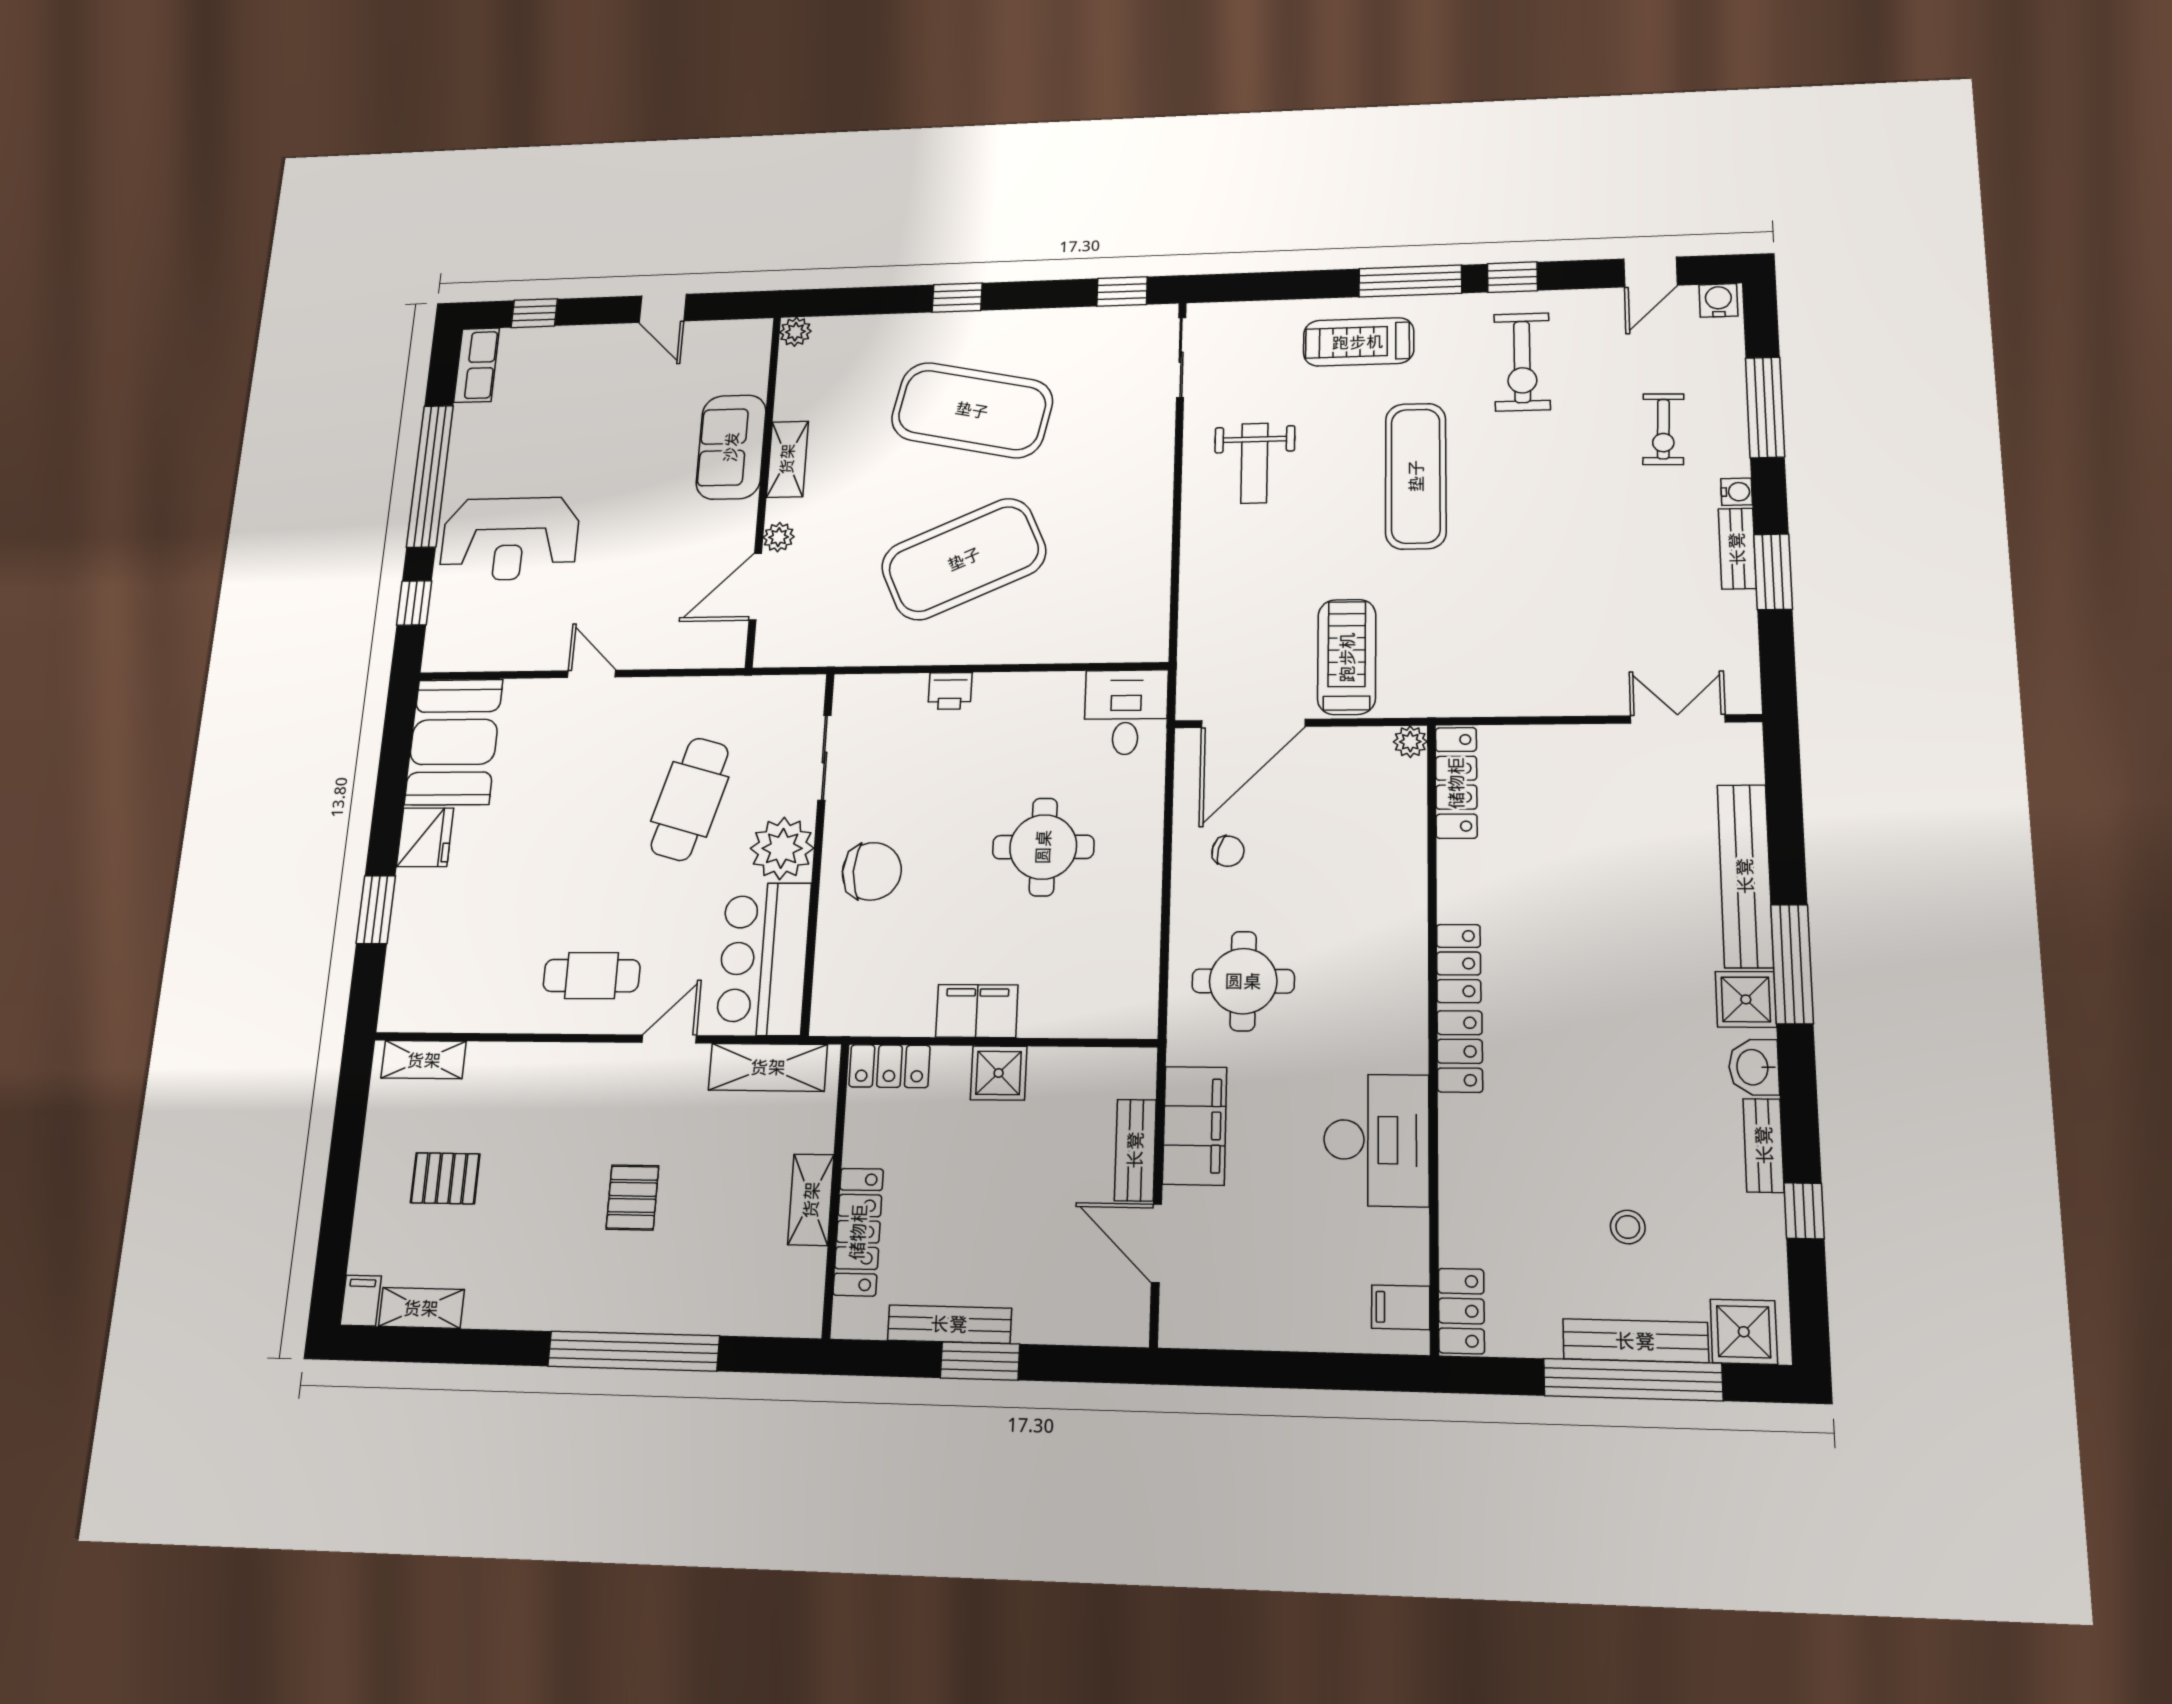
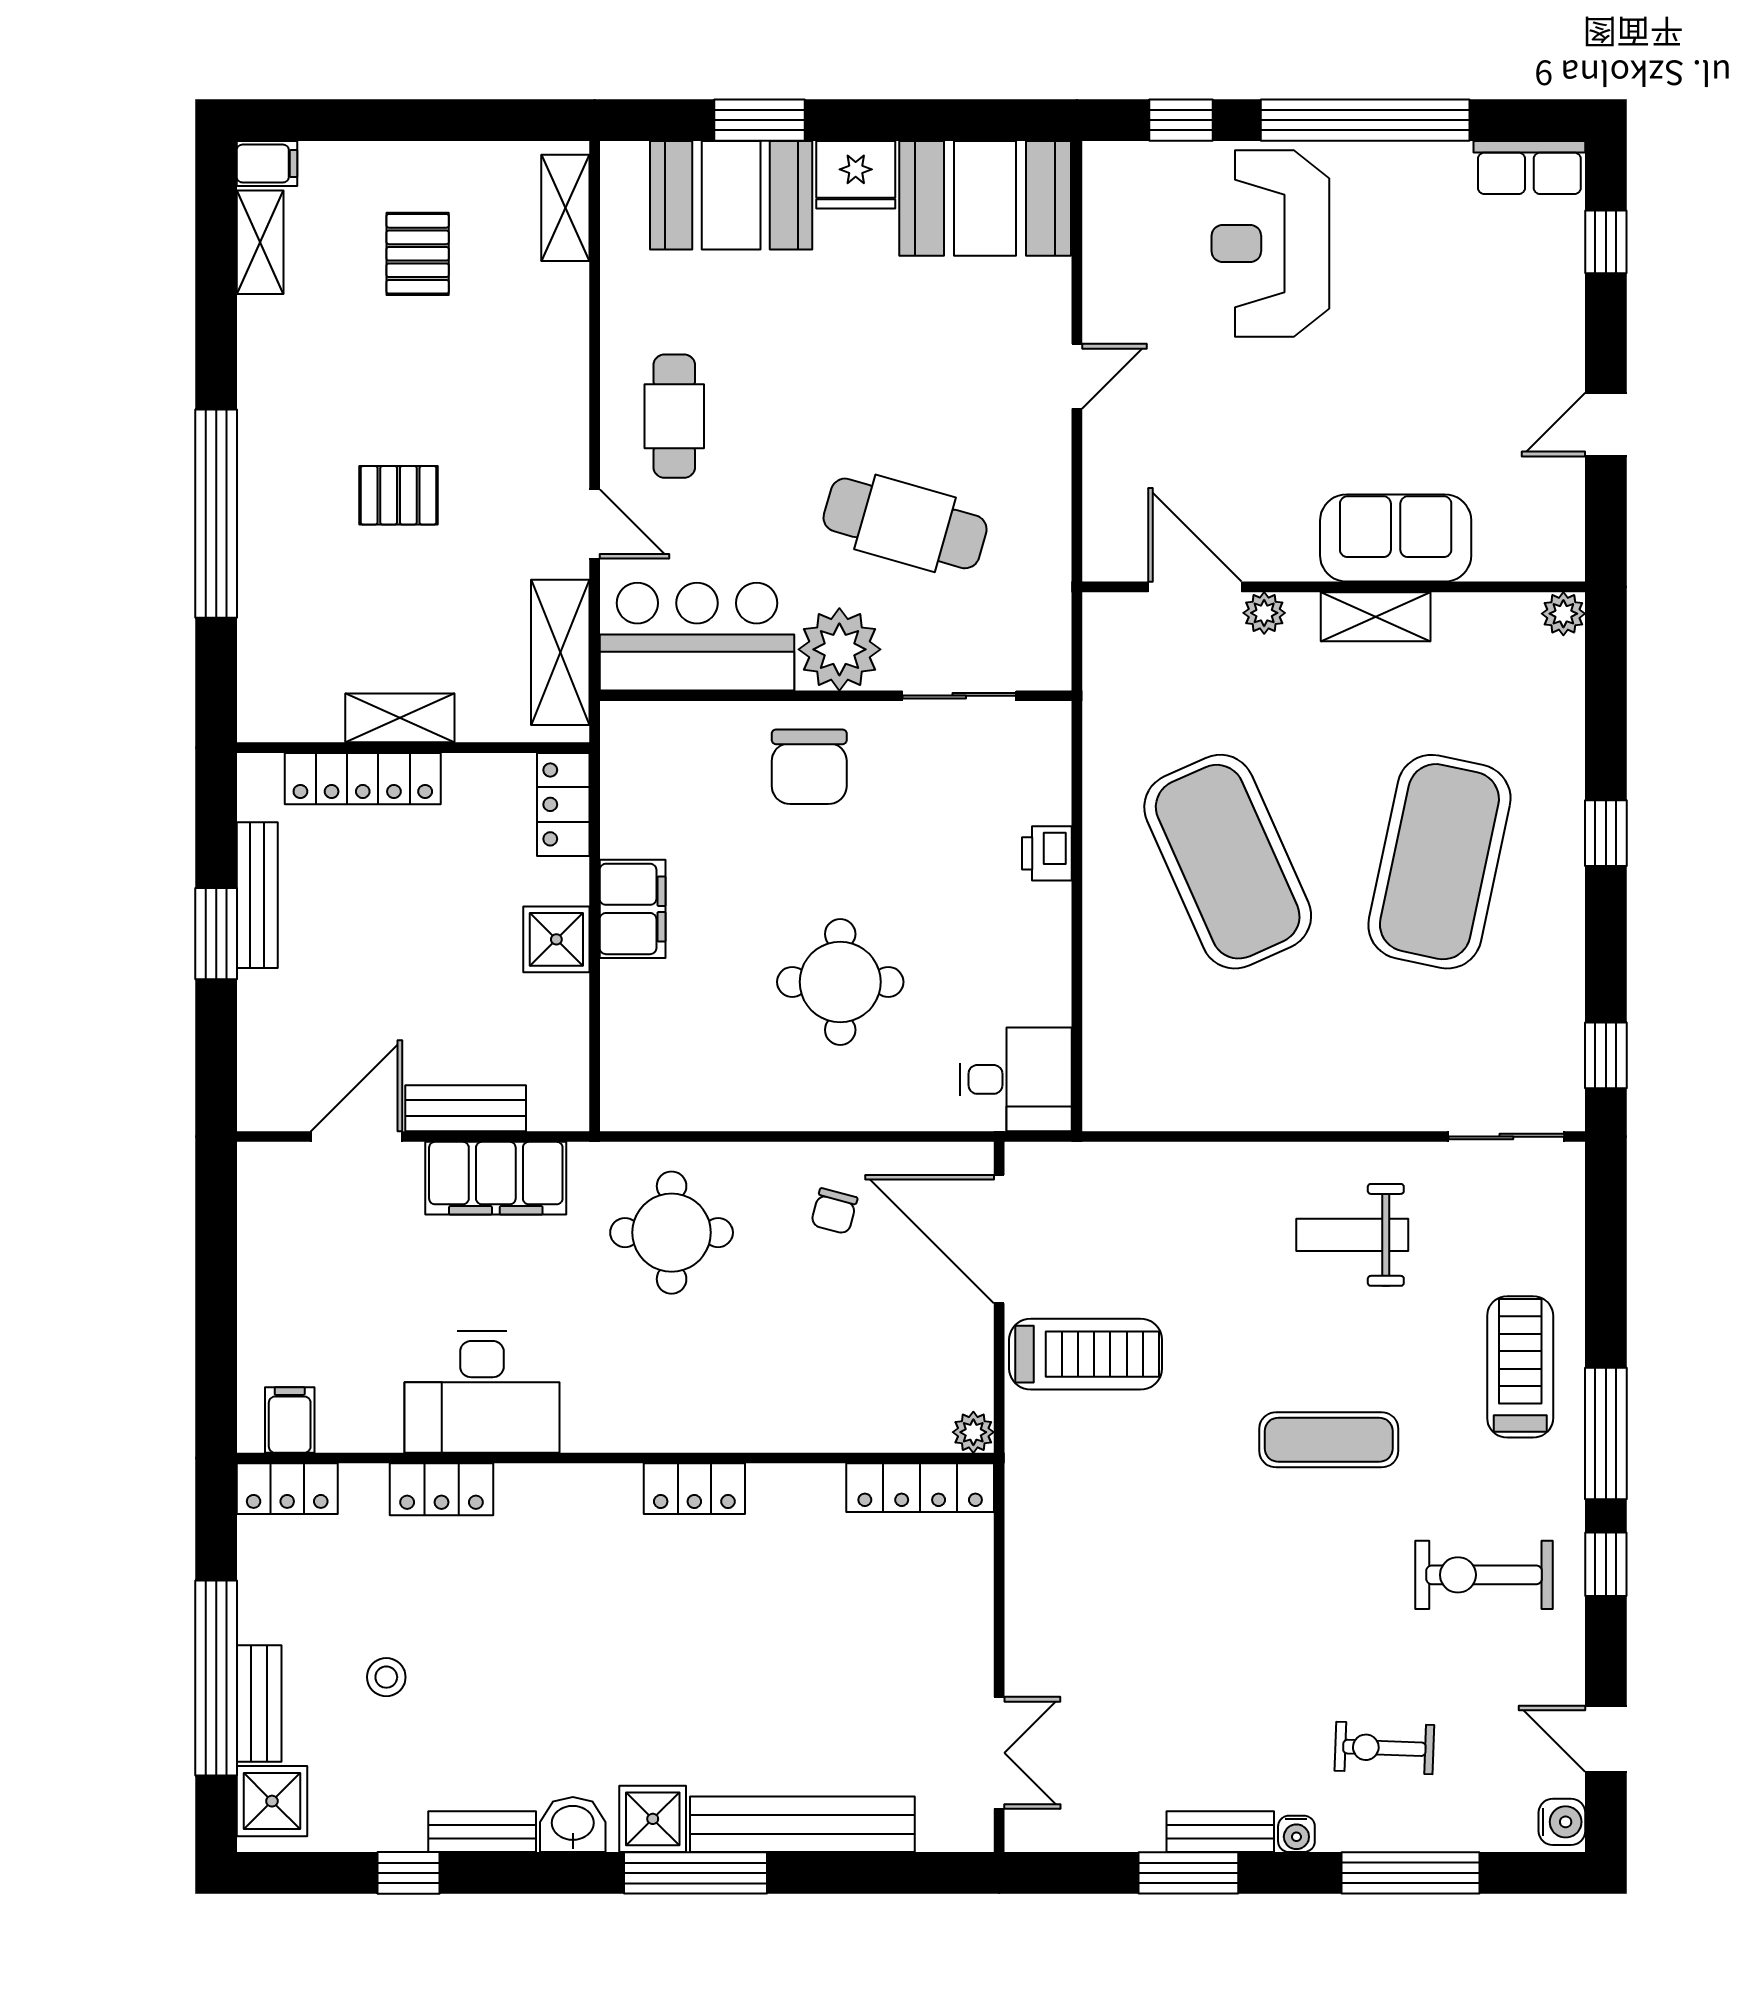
exercise mat: (1416, 476) -> (1329, 1440), width x0.73, depth x0.69
booth: (429, 931) -> (731, 195), added
locker: (1460, 1051) -> (441, 1489), moved
bench: (1635, 1341) -> (259, 1703), width x0.73

